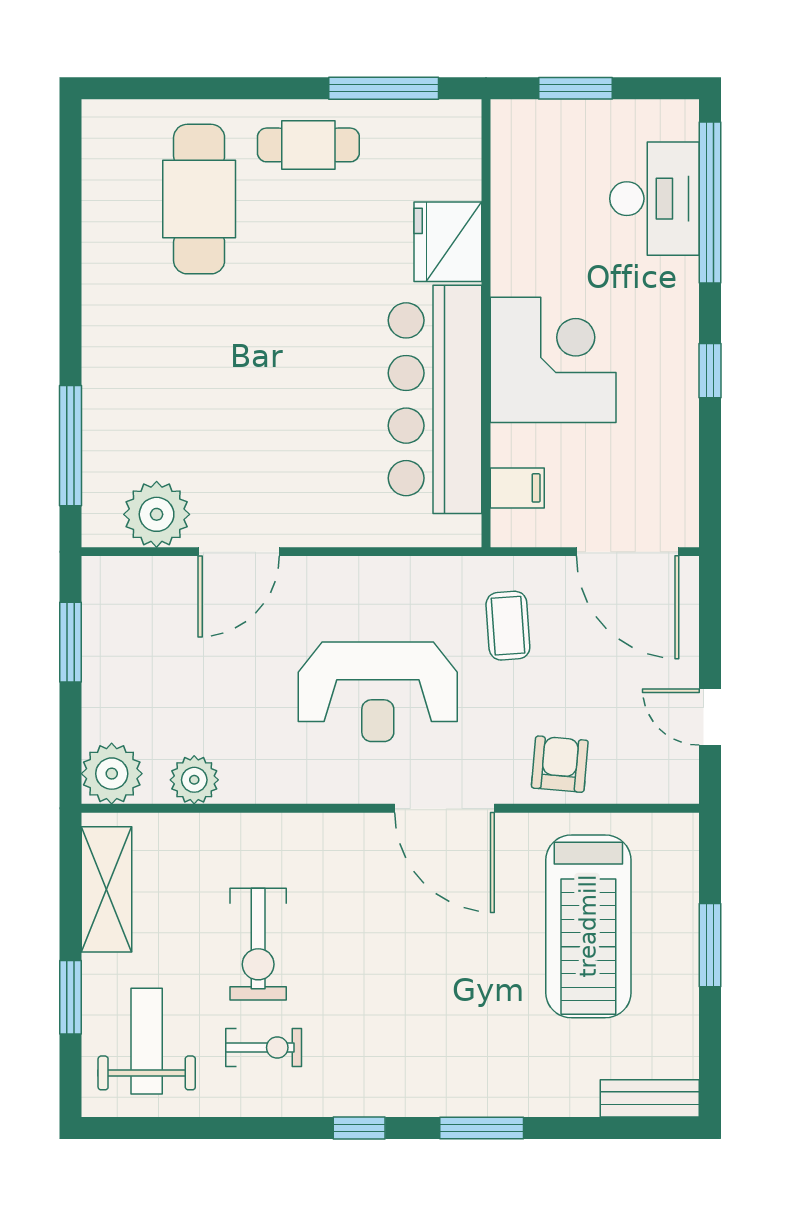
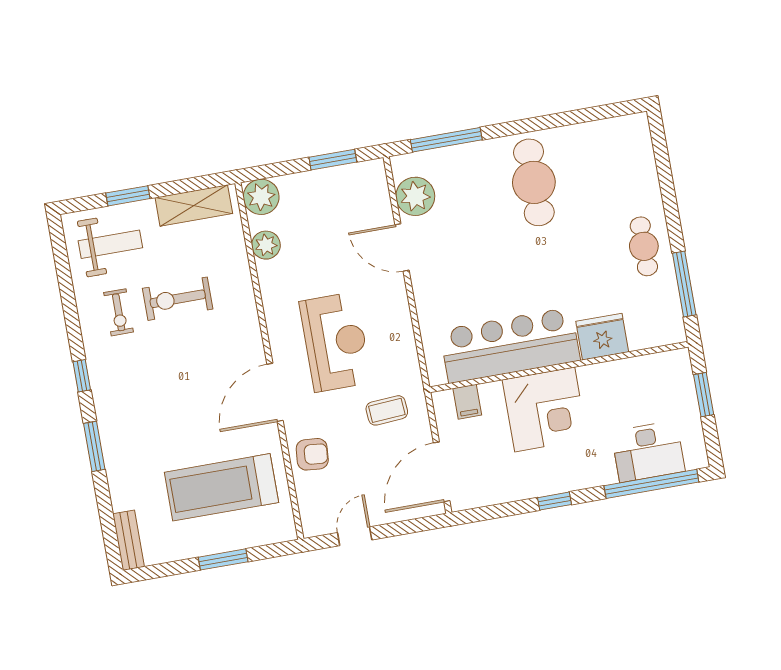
cafe table: (199, 199) -> (534, 182), moved, turned 90
reception desk: (378, 692) -> (335, 342), turned 180

